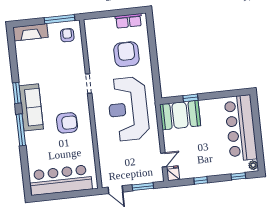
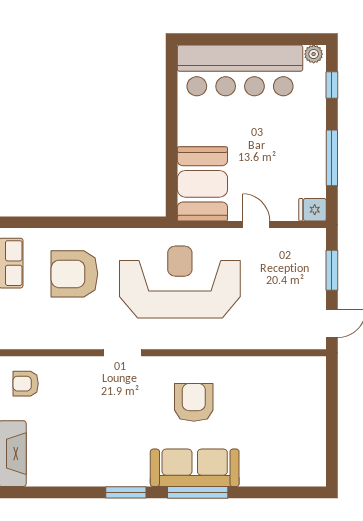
window: (190, 98) -> (172, 160), removed
sofa: (31, 107) -> (195, 468), moved
reception desk: (128, 109) -> (180, 282), turned 180
door: (164, 160) -> (256, 225), moved
bar counter: (61, 180) -> (302, 426), removed
window: (201, 180) -> (332, 158), width x2.17

